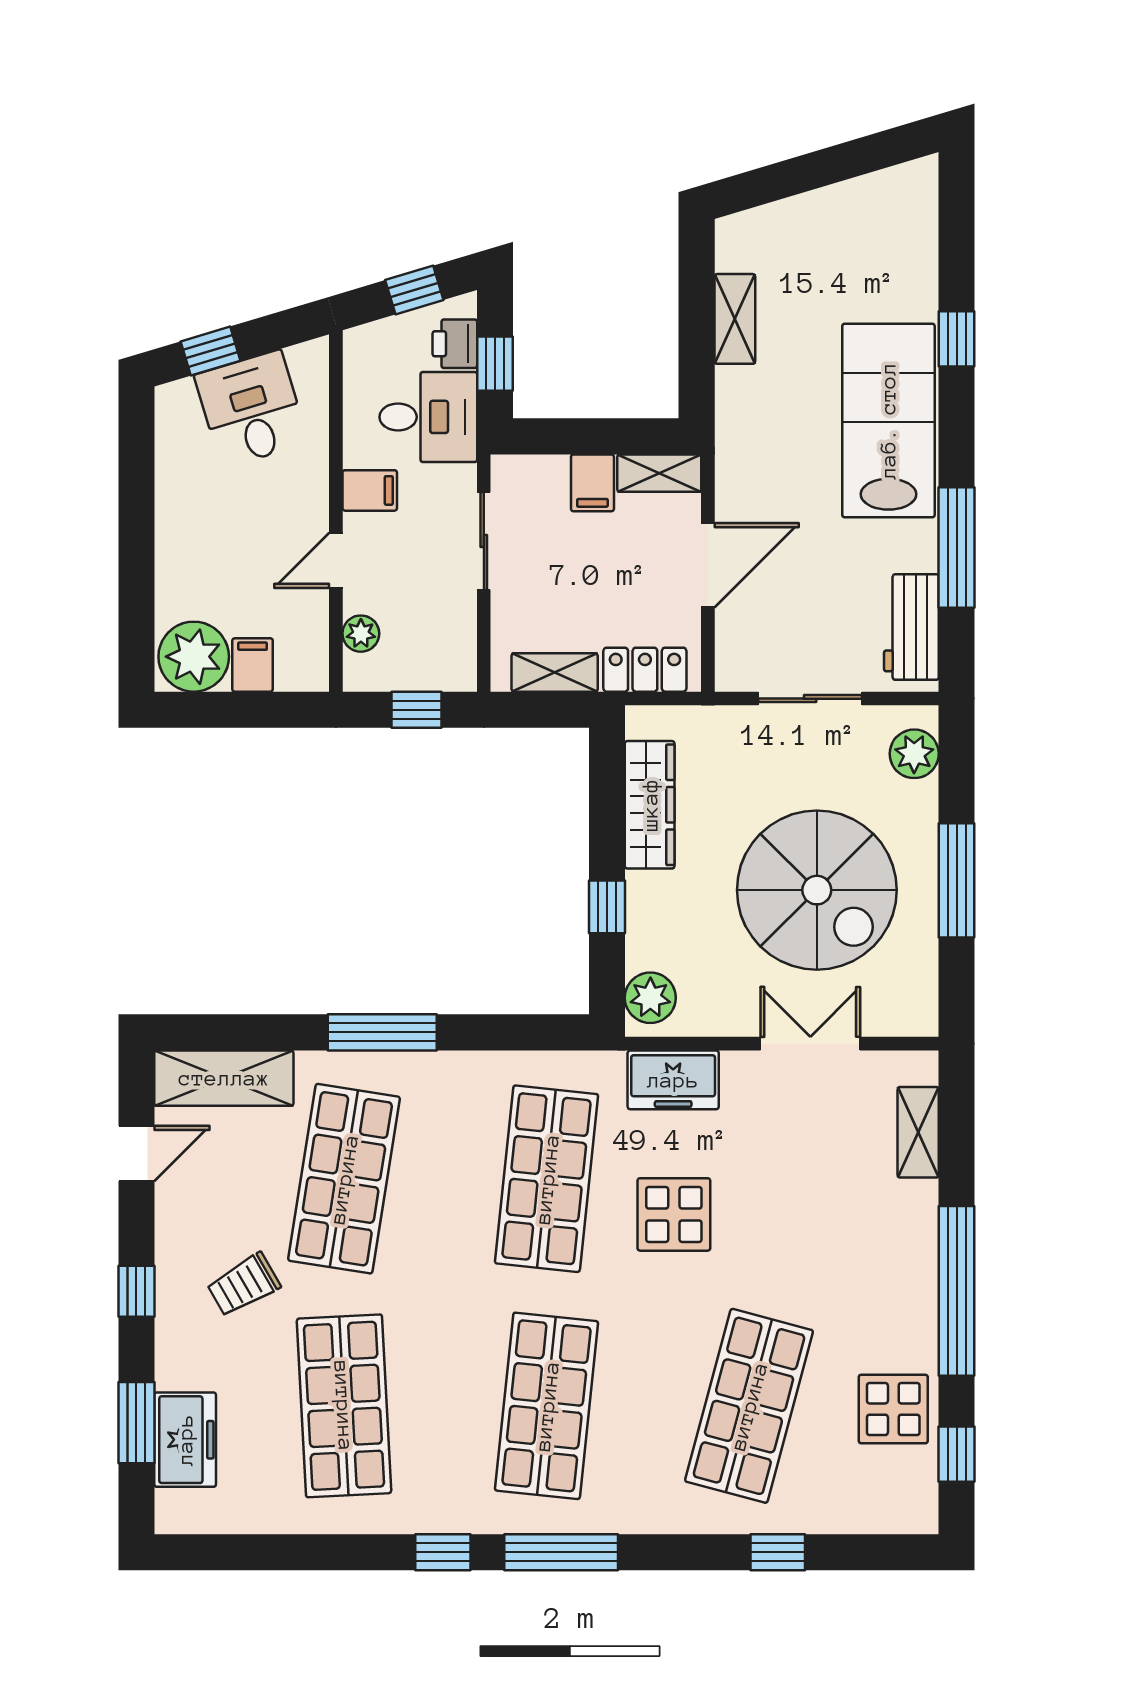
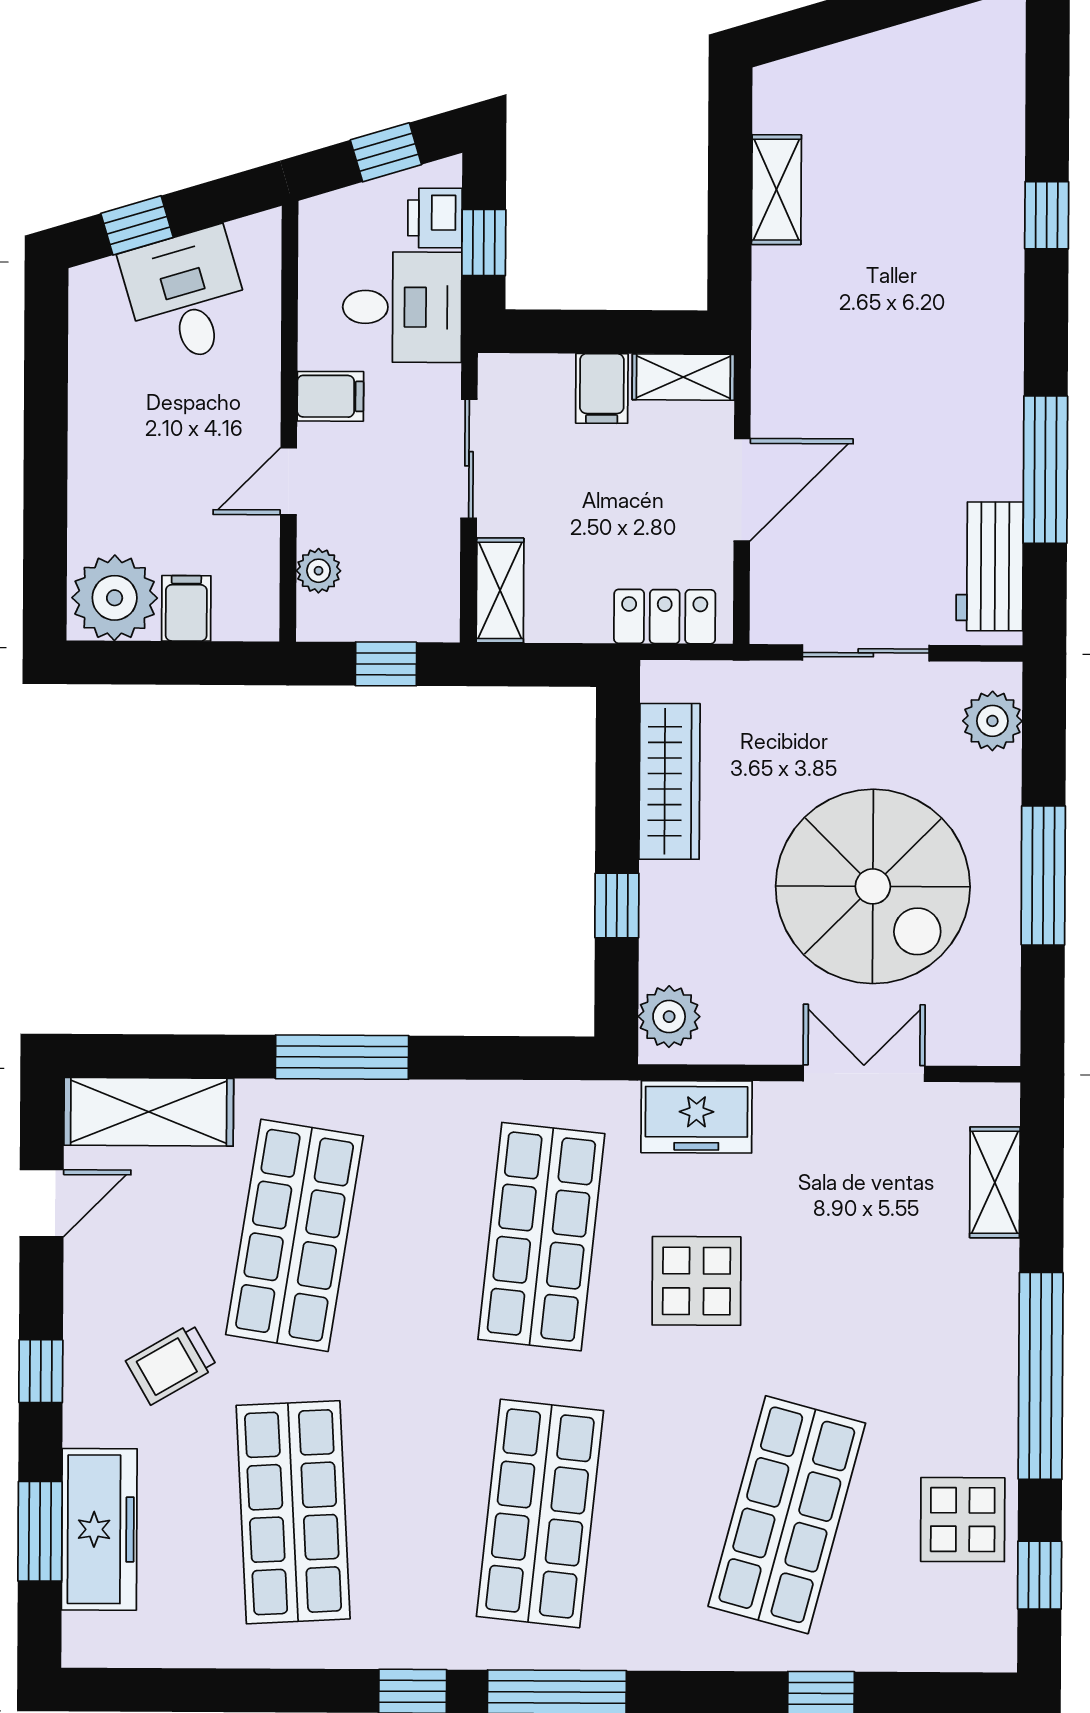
lab bench: (888, 421) -> (963, 314), removed
shelving: (555, 672) -> (500, 590), moved, turned 90
freezer: (185, 1440) -> (99, 1529), width x1.40

